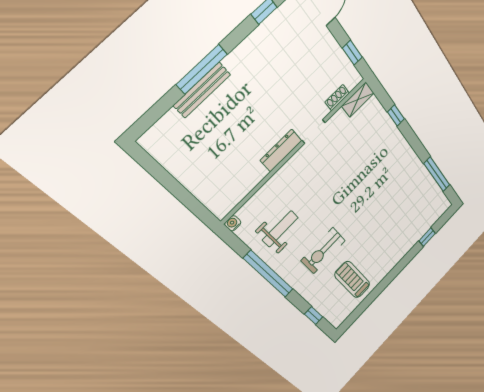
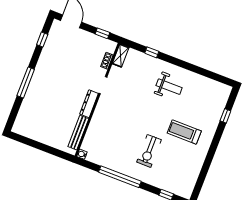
bench: (202, 90) -> (78, 133), moved
window: (437, 174) -> (206, 73), removed
weight bench: (280, 229) -> (169, 87), moved, turned 90
treadmill: (352, 280) -> (184, 132), moved

